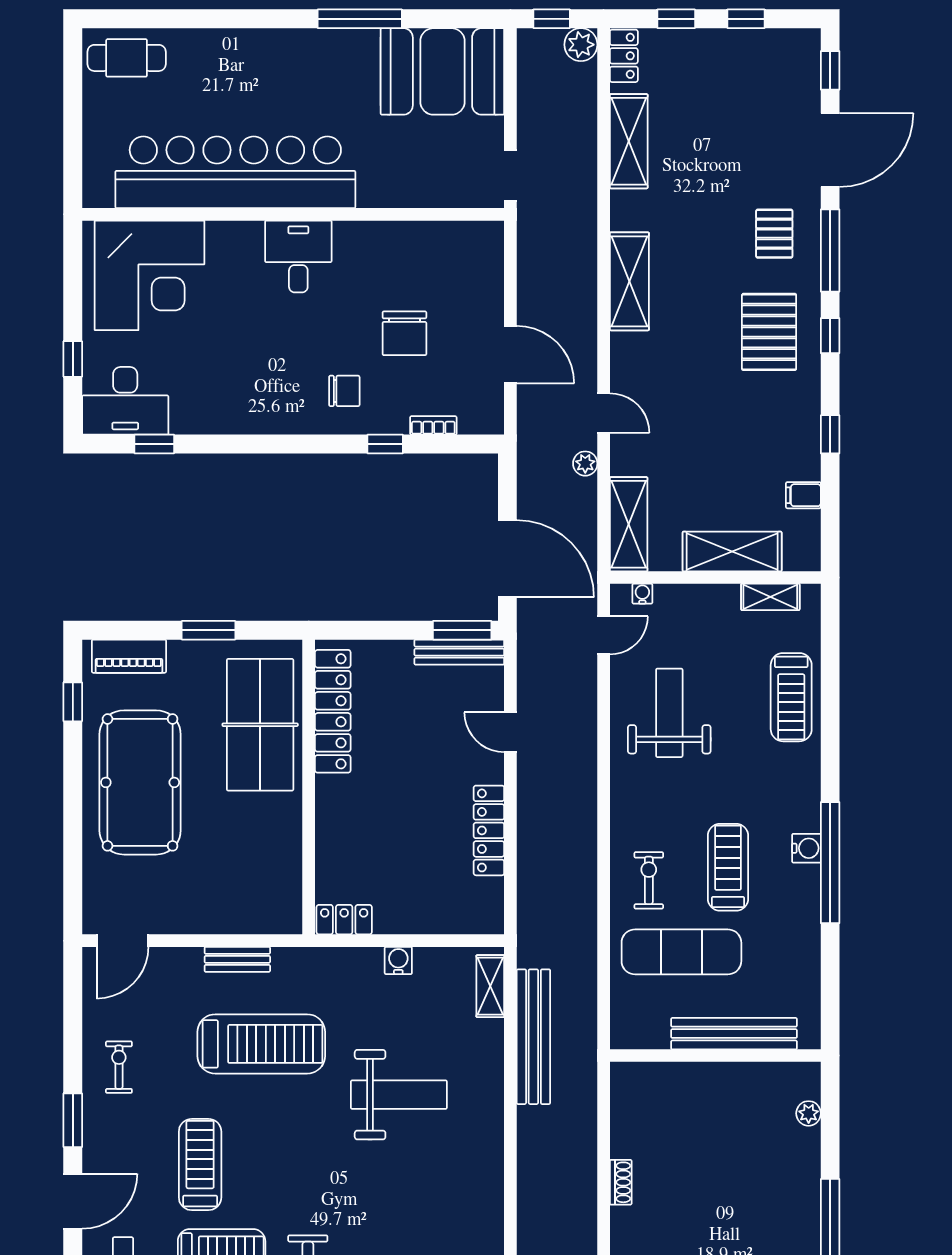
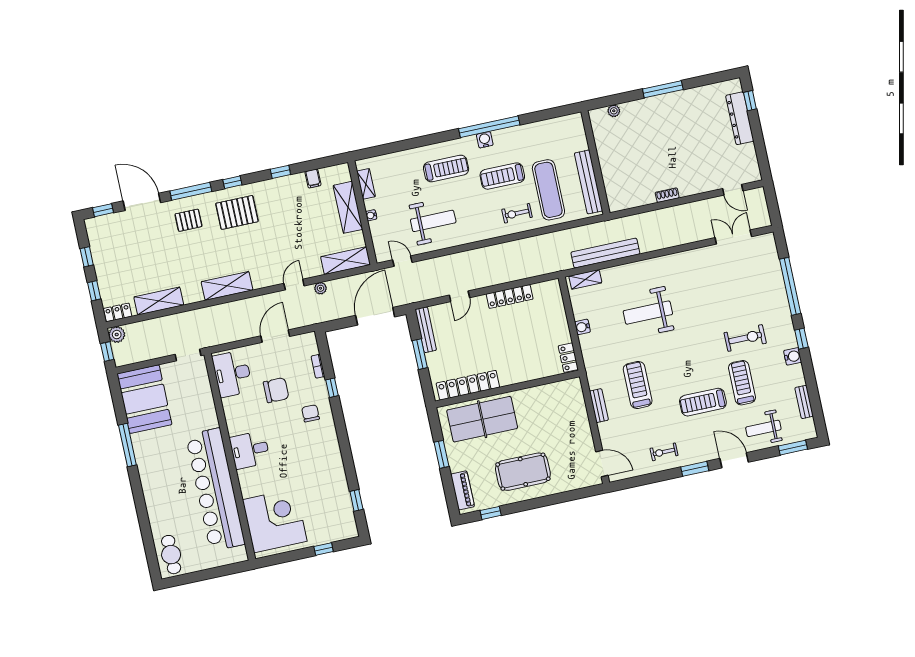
desk: (125, 401) -> (232, 374), moved, turned 180
water cooler: (642, 594) -> (371, 215), moved
window: (462, 630) -> (420, 354), moved
treadmill: (791, 697) -> (446, 169), moved
weight bench: (669, 713) -> (433, 221), turned 180
pool table: (140, 782) -> (523, 472), width x0.73, depth x0.76
bench: (734, 1034) -> (588, 182), moved
treadmill: (261, 1044) -> (638, 385), width x0.73, depth x0.73
weight bench: (399, 1095) -> (648, 313), turned -90

